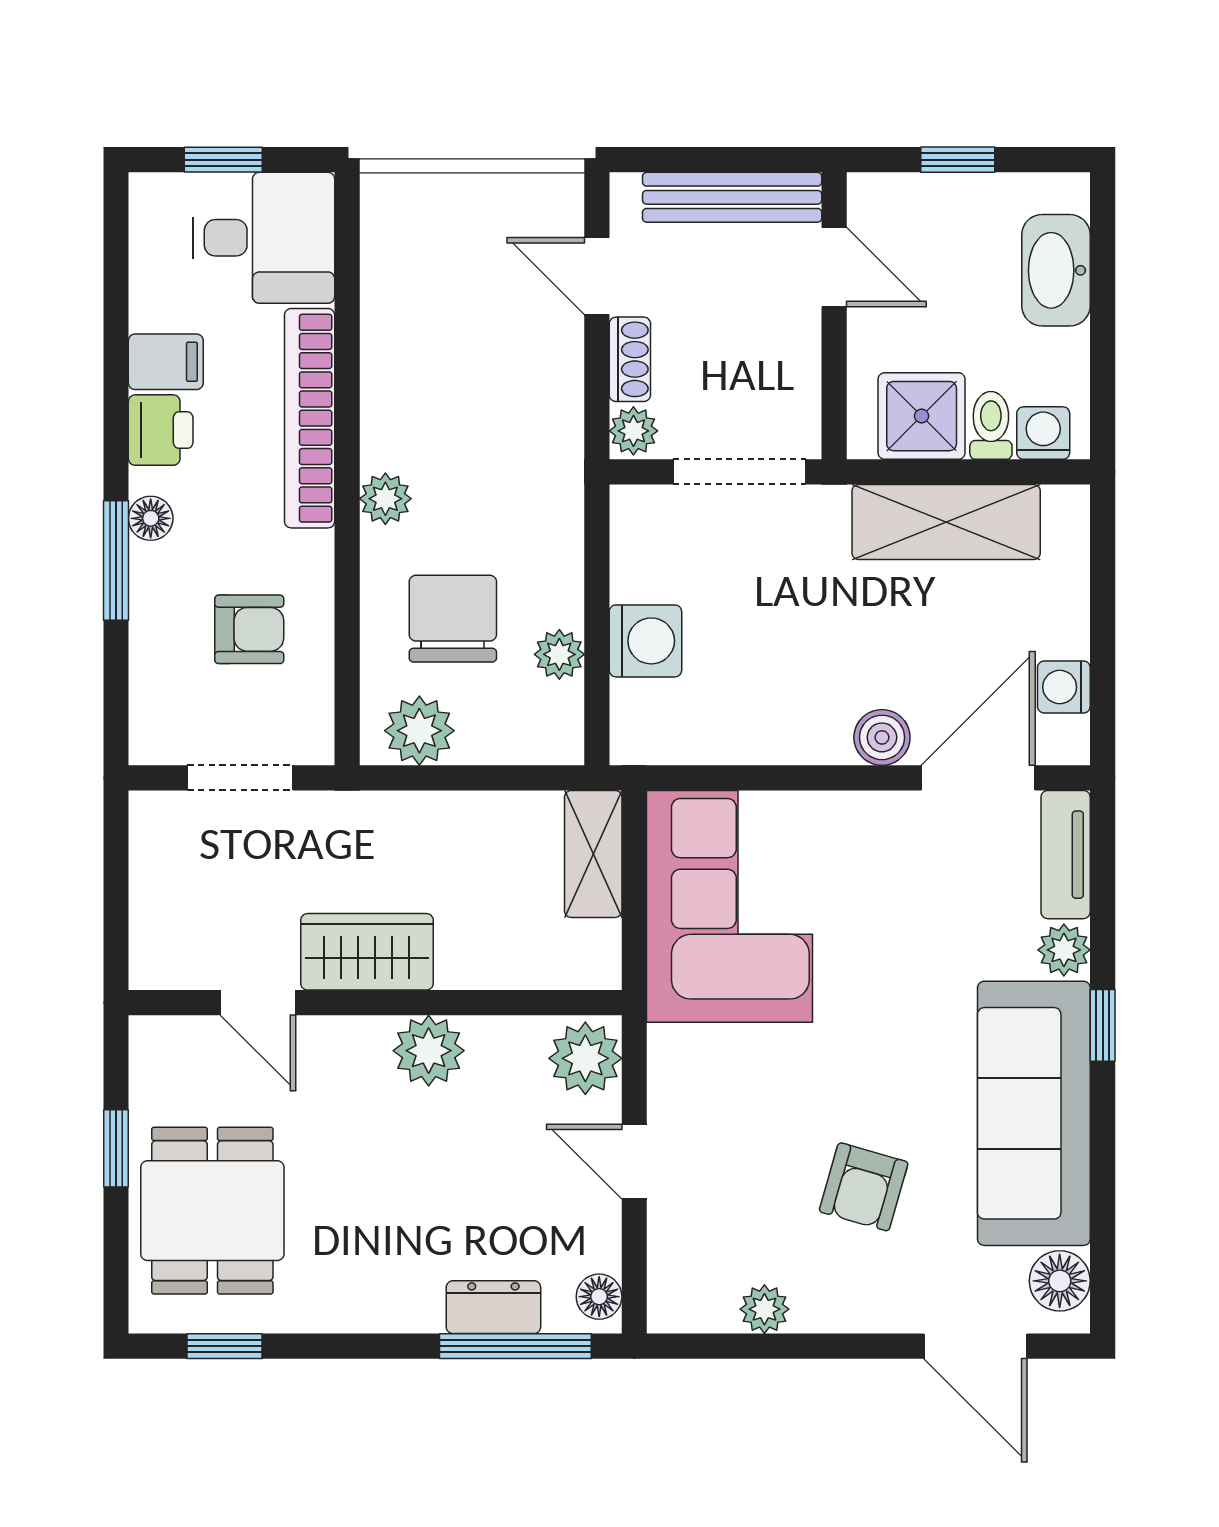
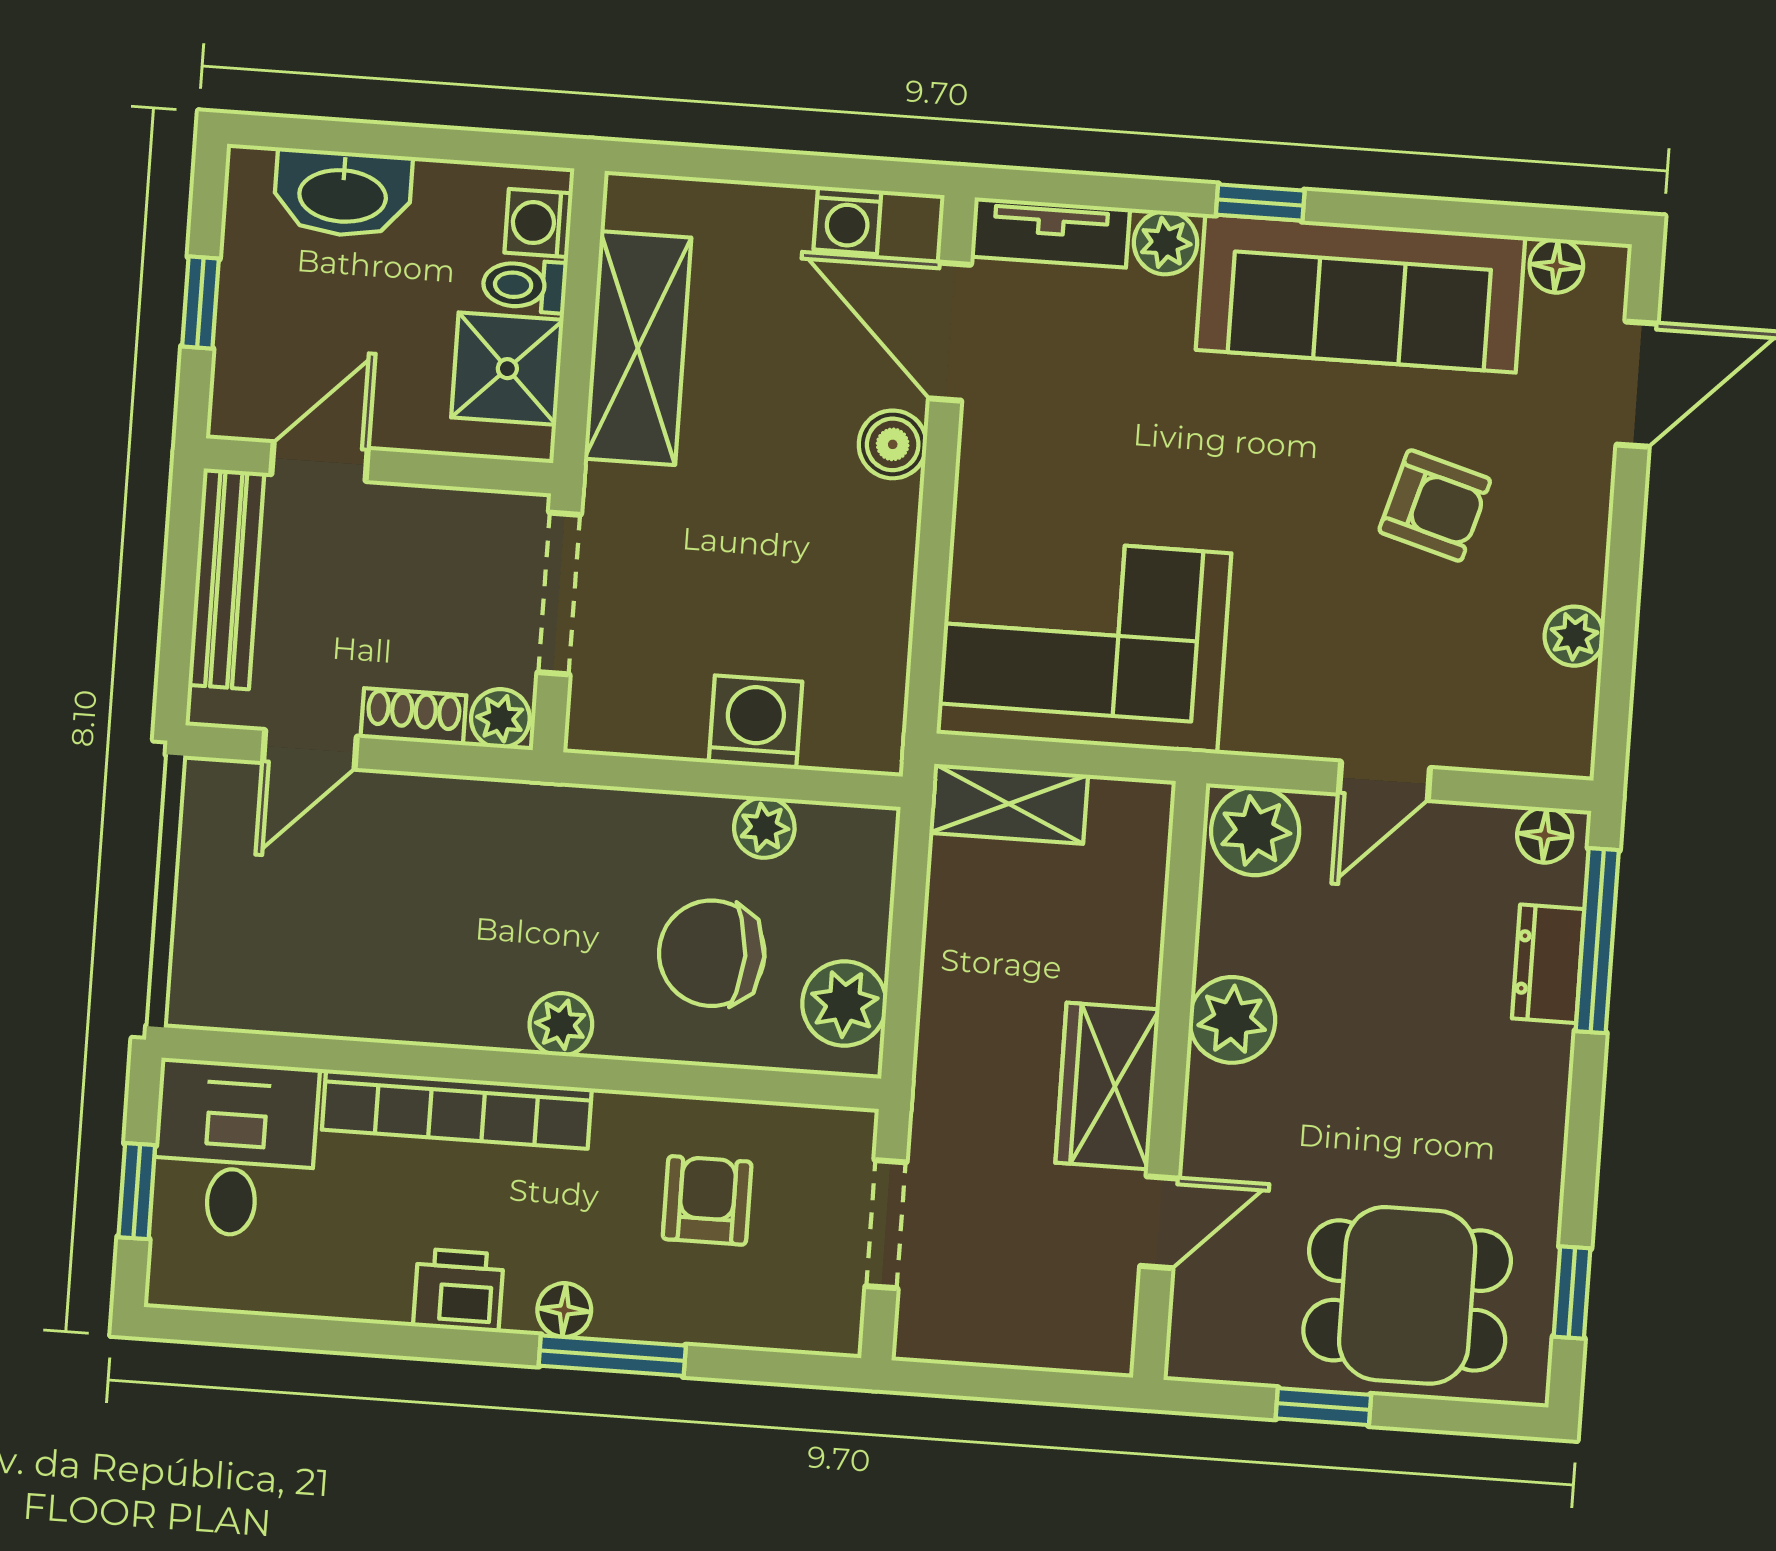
filing cabinet: (166, 362) -> (376, 1278), removed
floor lamp: (1060, 1281) -> (1556, 266), width x0.73, depth x0.73

